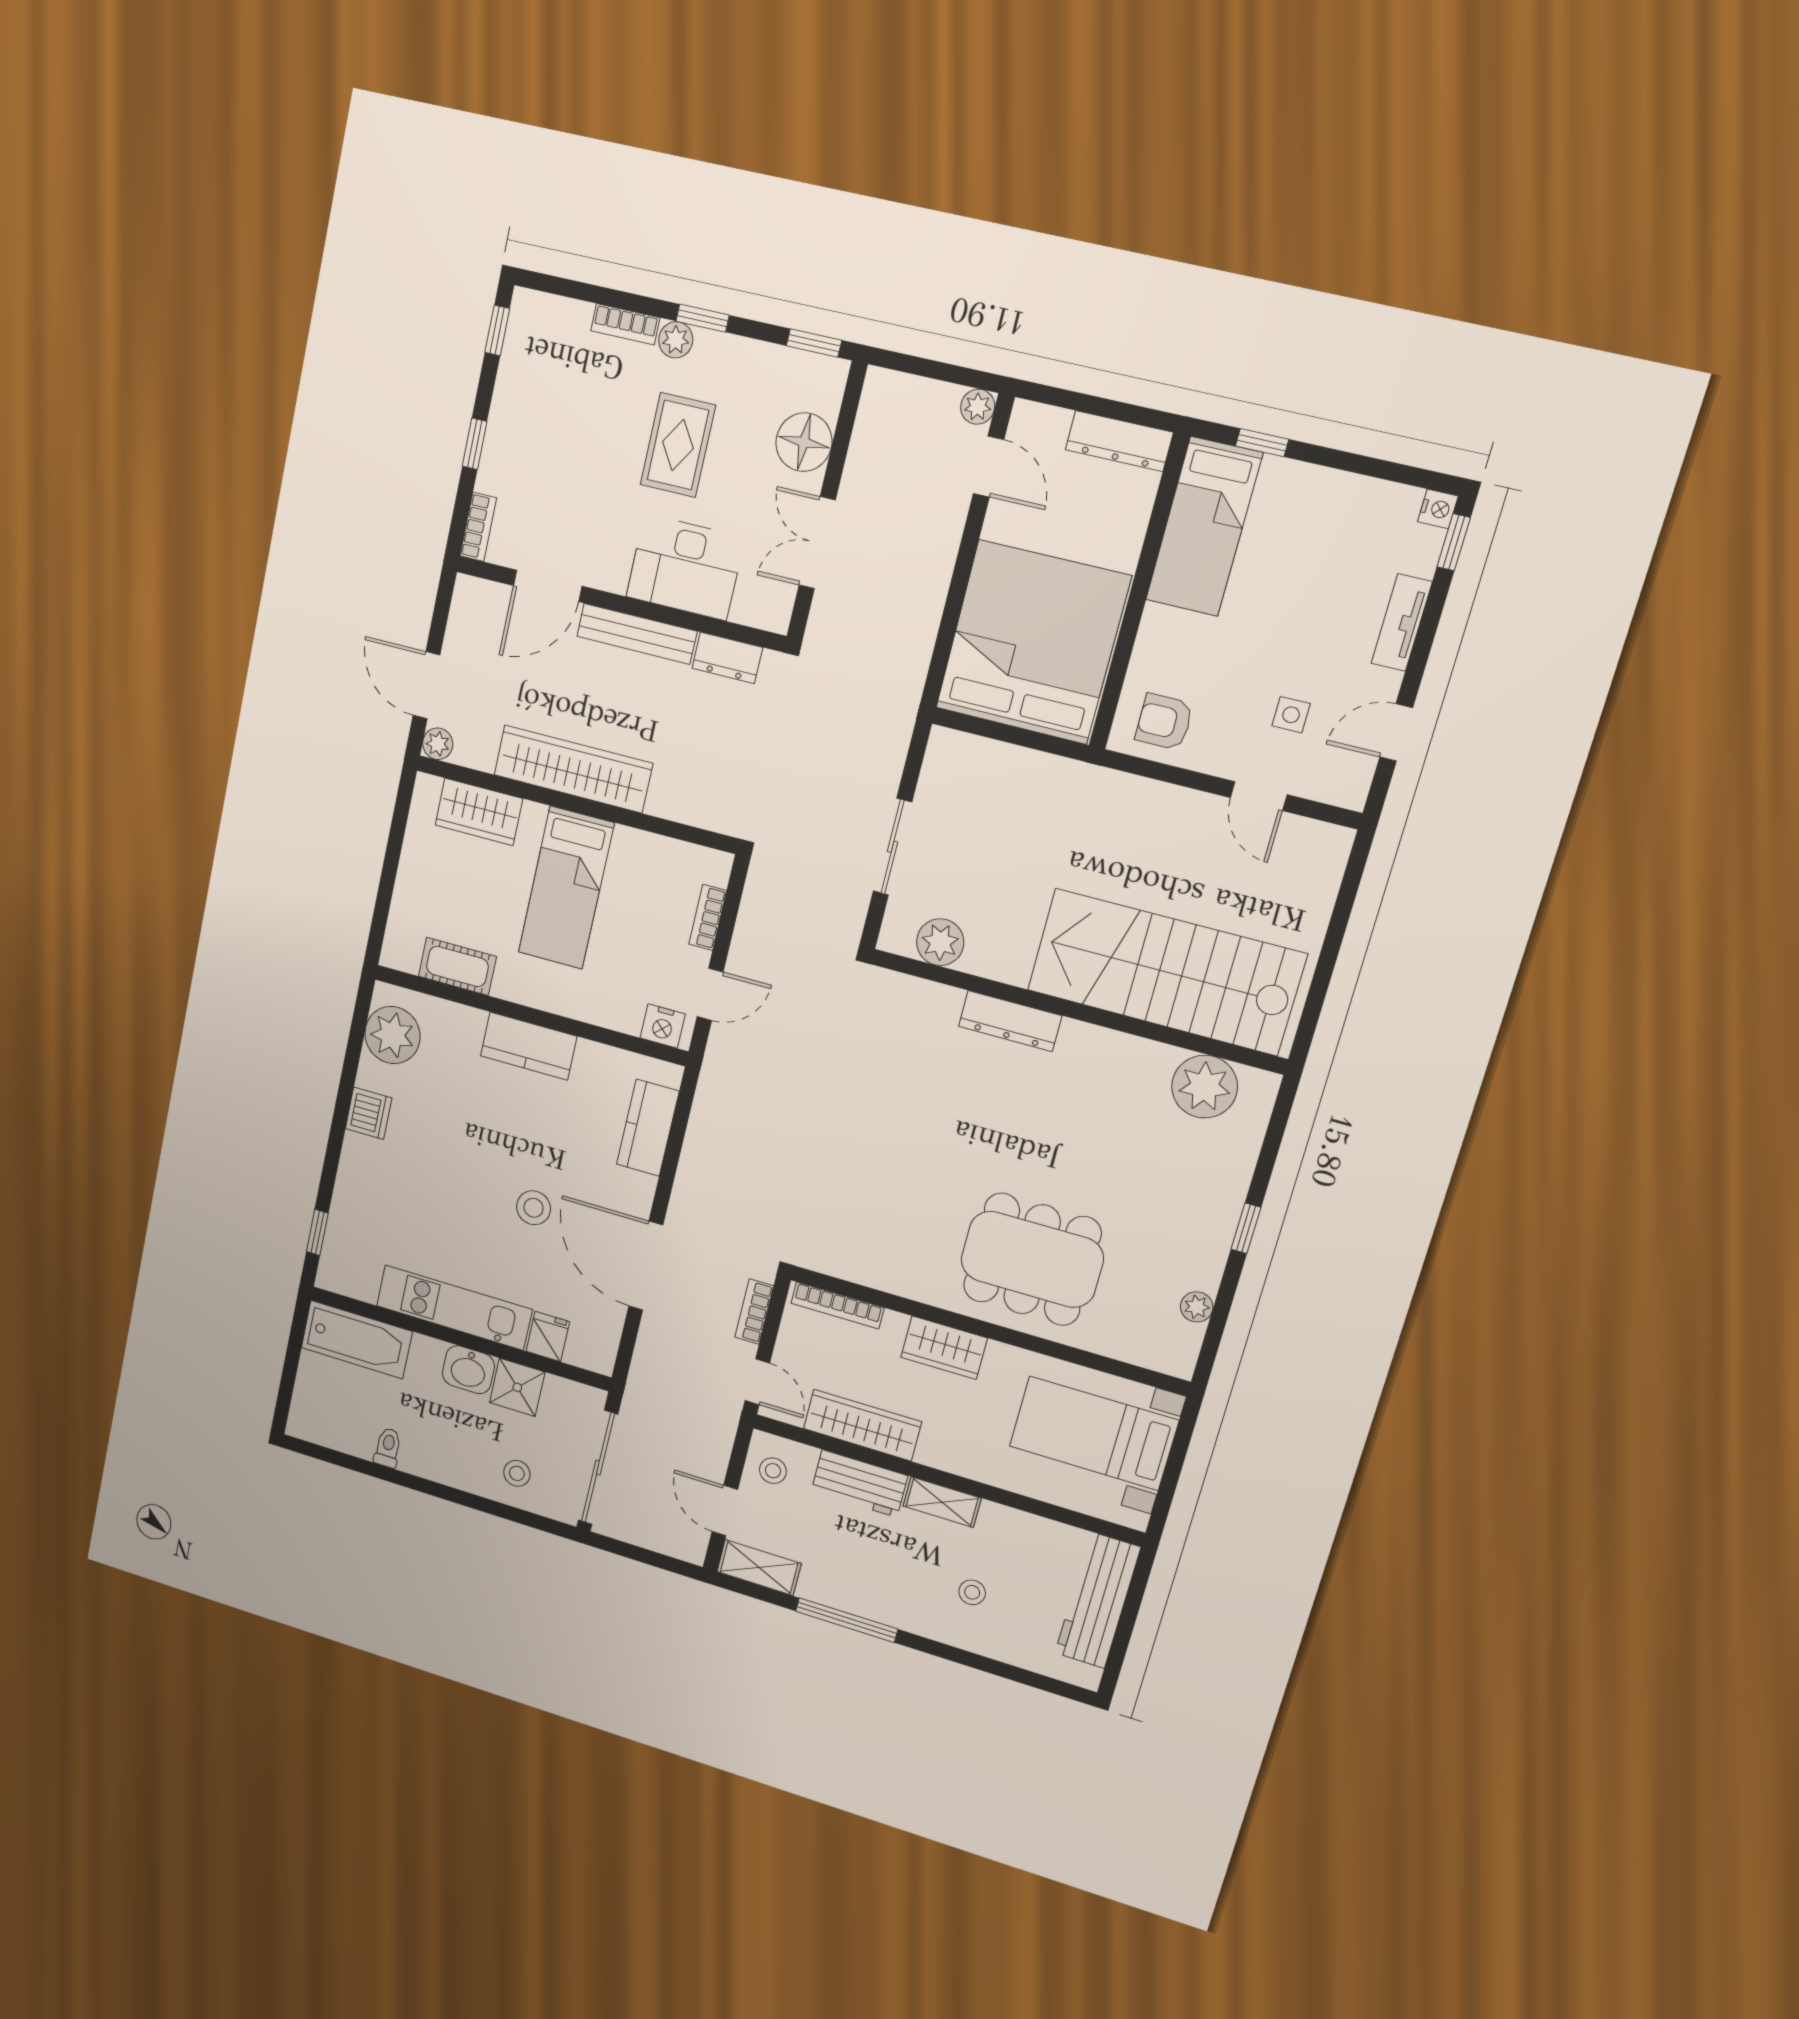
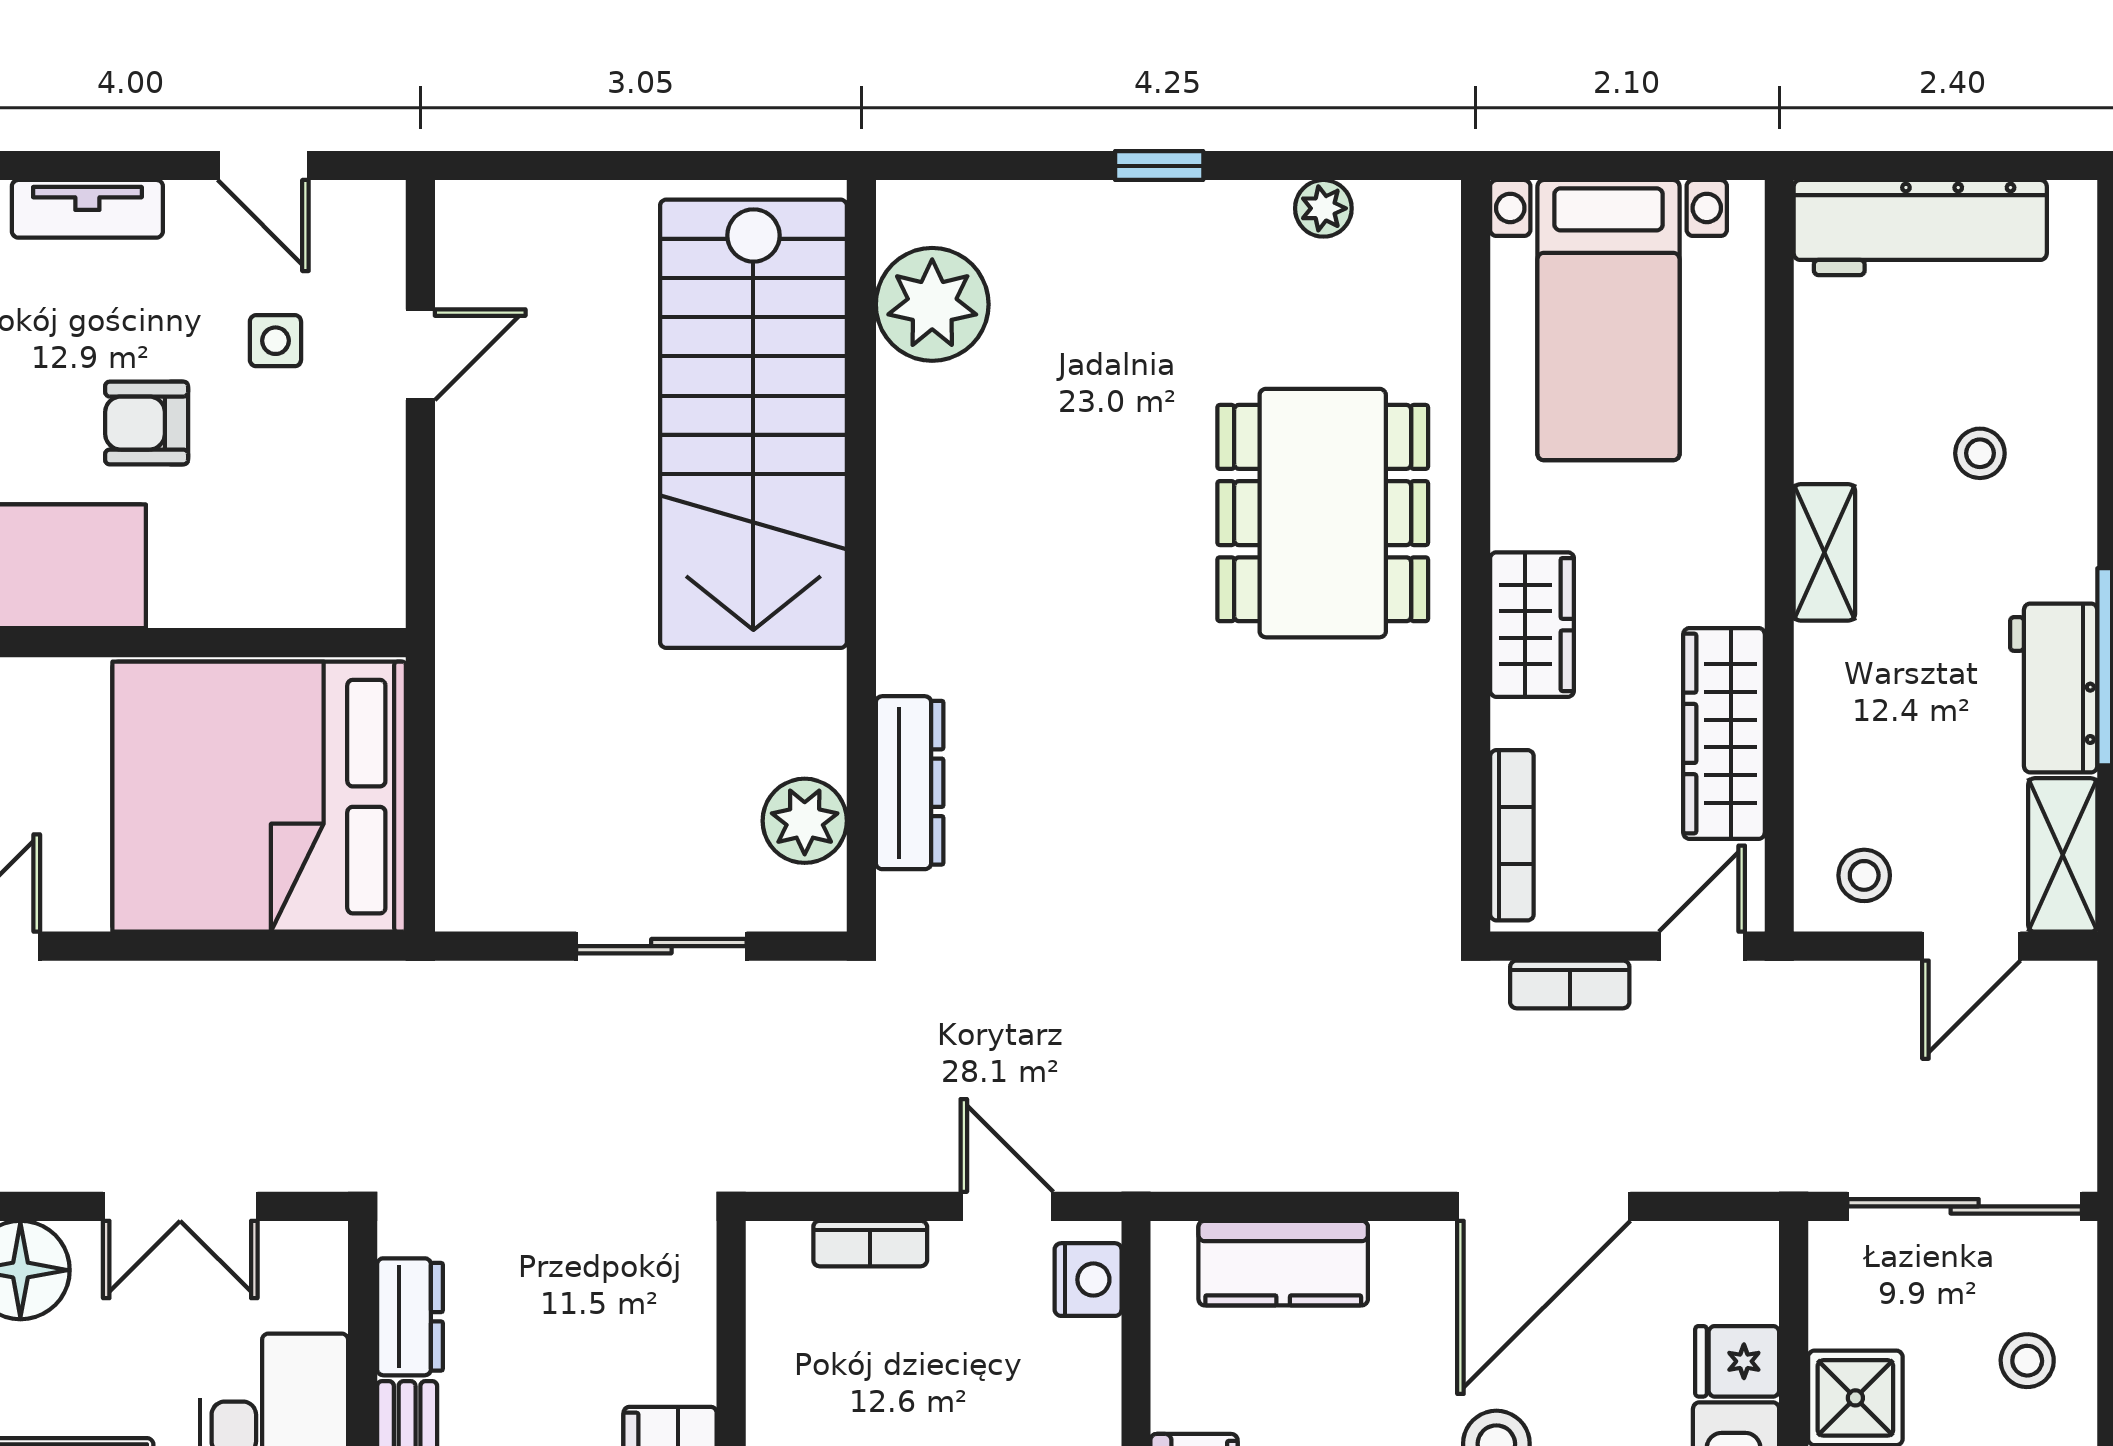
armchair: (1164, 722) -> (147, 423), moved, turned 90
dresser: (1010, 1021) -> (910, 783), moved
workbench: (859, 1483) -> (2054, 688), moved, turned 180

